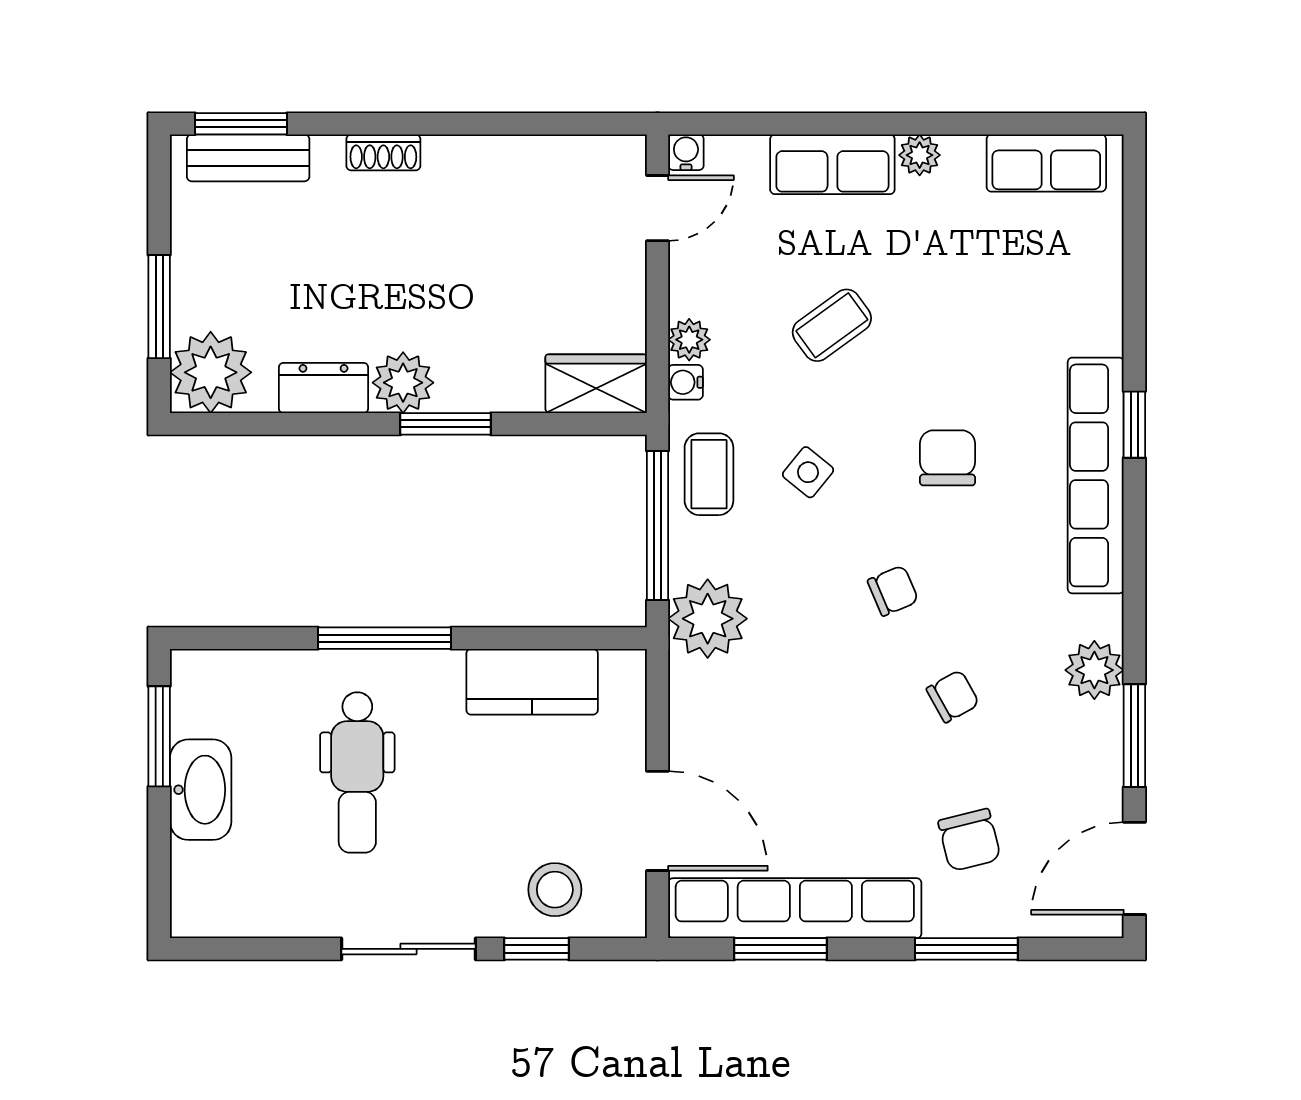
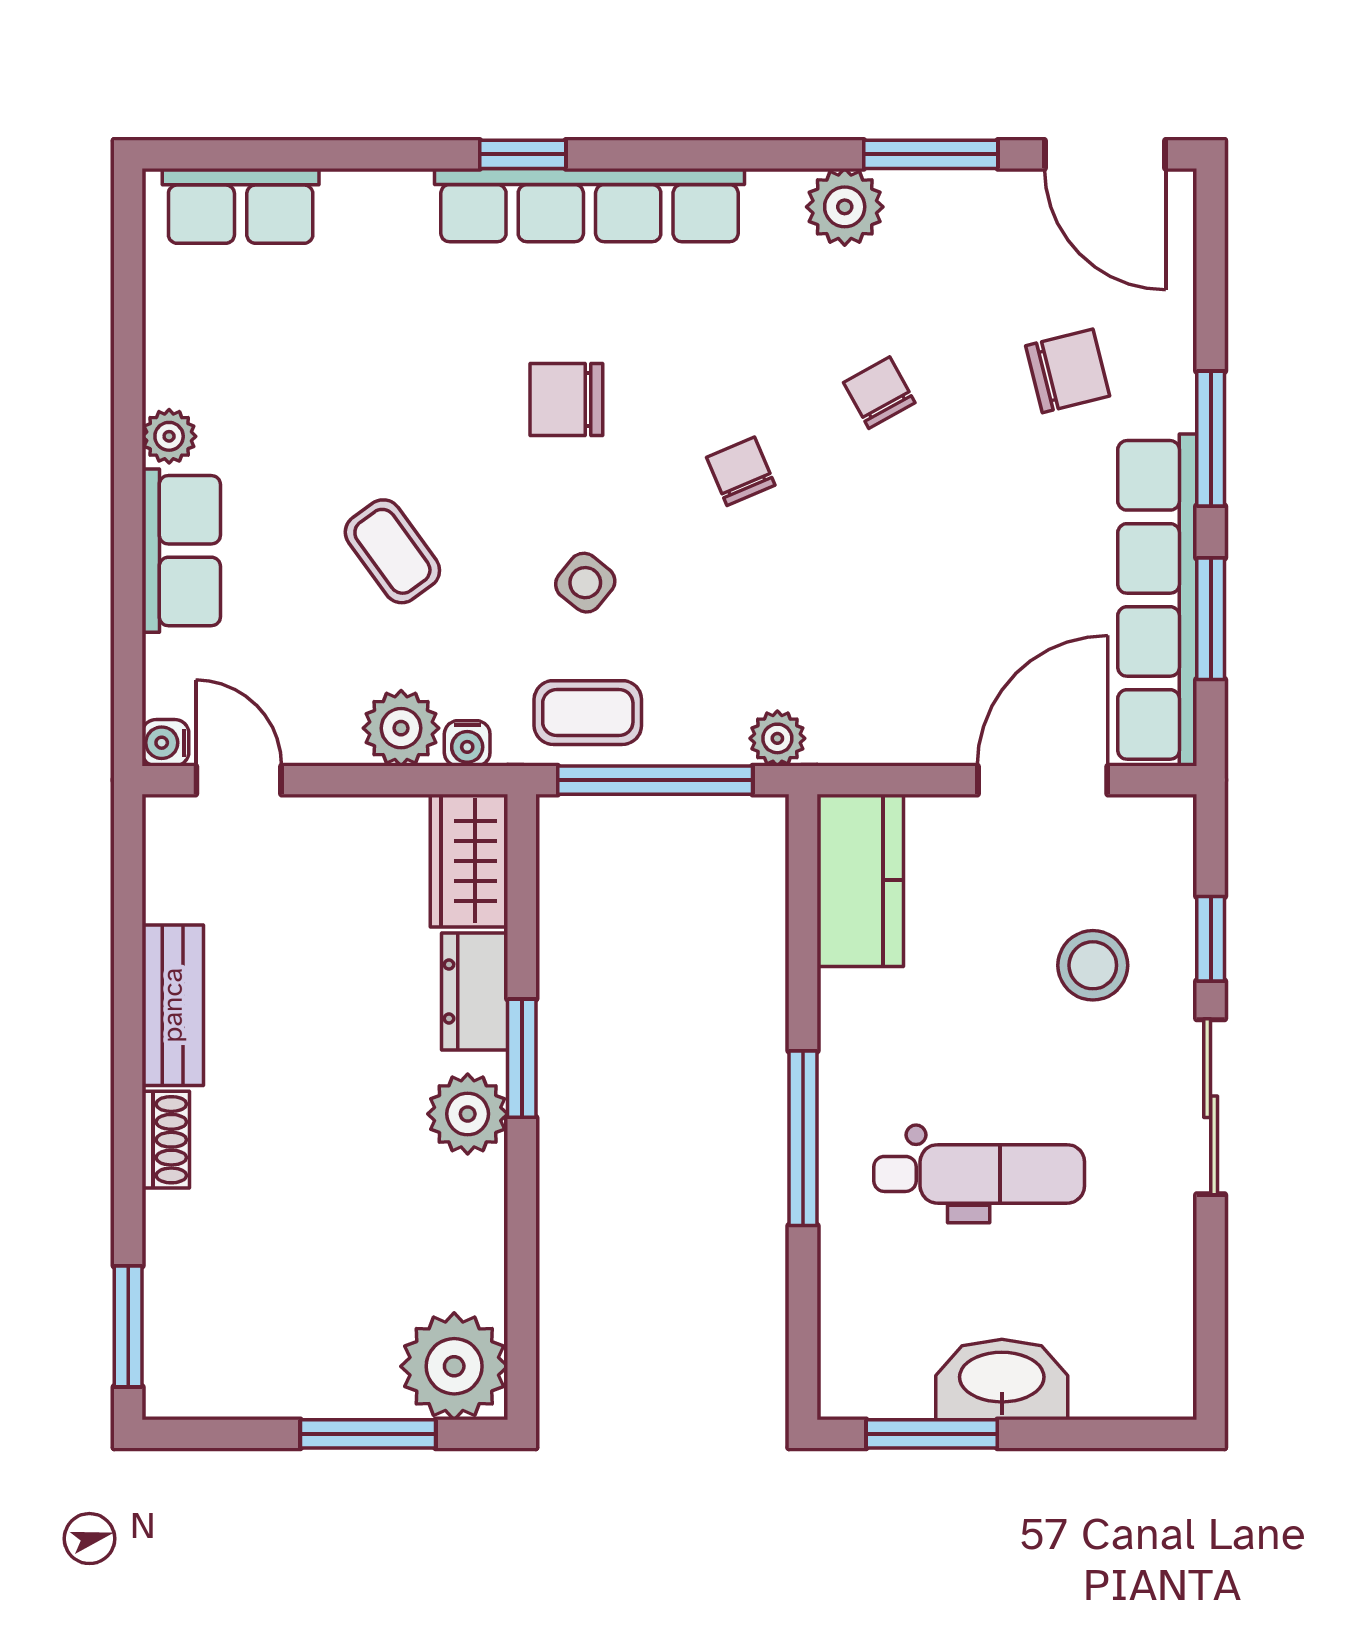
bench: (248, 158) -> (173, 1005), moved
row of seats: (1046, 163) -> (241, 206), moved, turned 90
plant: (689, 340) -> (401, 728), width x1.38, depth x1.38
dresser: (323, 388) -> (475, 992), moved
plant: (708, 619) -> (777, 738), width x0.53, depth x0.53
kitchen counter: (532, 682) -> (860, 880), moved
stool: (555, 890) -> (1093, 965), moved
window: (966, 949) -> (1211, 439), moved

